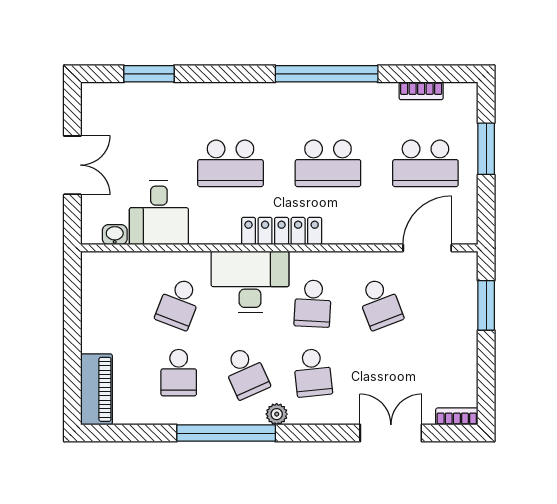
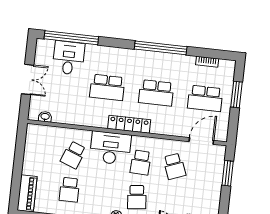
window: (149, 74) -> (71, 38), width x2.11
desk: (159, 213) -> (69, 58), moved, turned 180
school desk: (246, 373) -> (103, 193), removed

